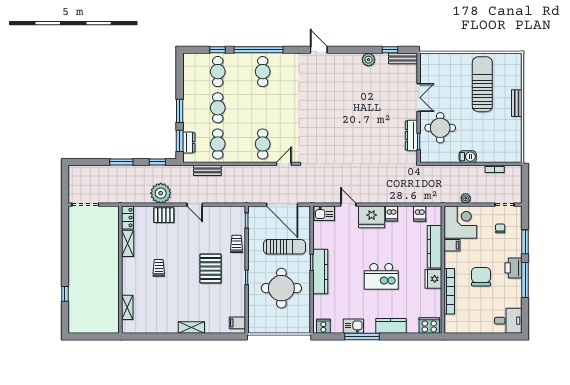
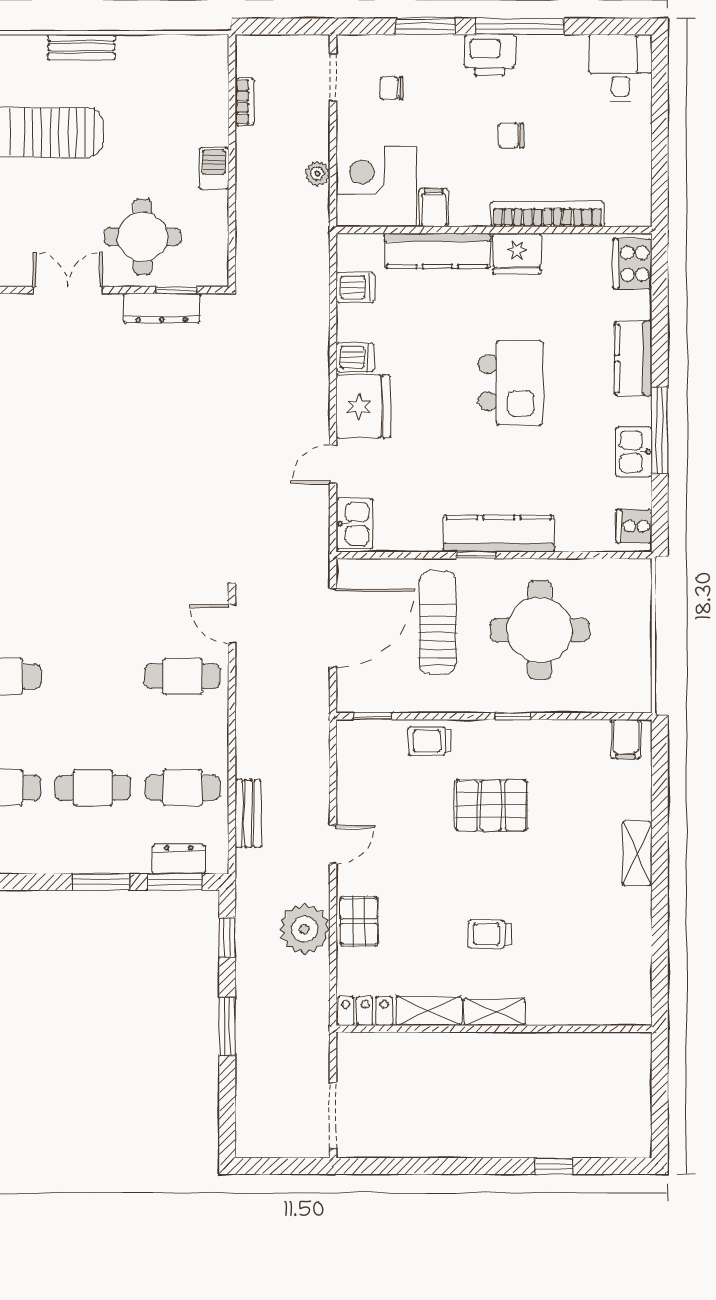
chair: (481, 277) -> (511, 136), width x0.54, depth x0.54
shelving: (127, 307) -> (495, 1012), moved

